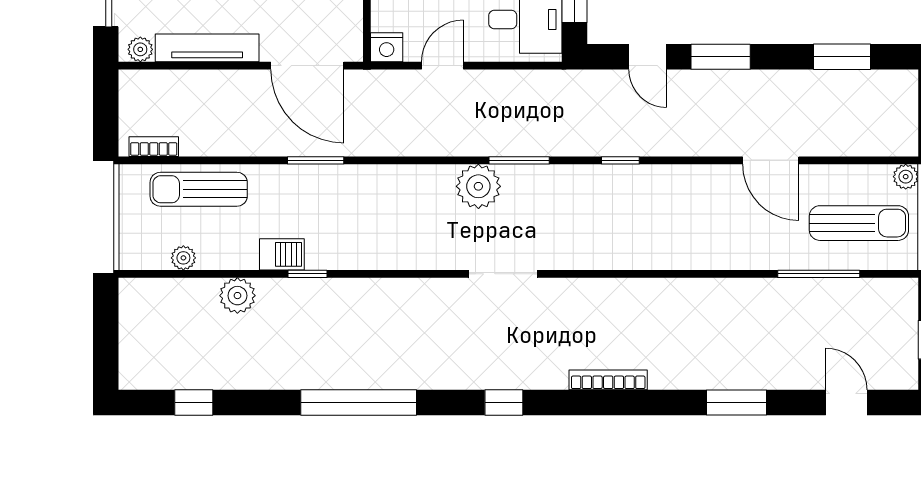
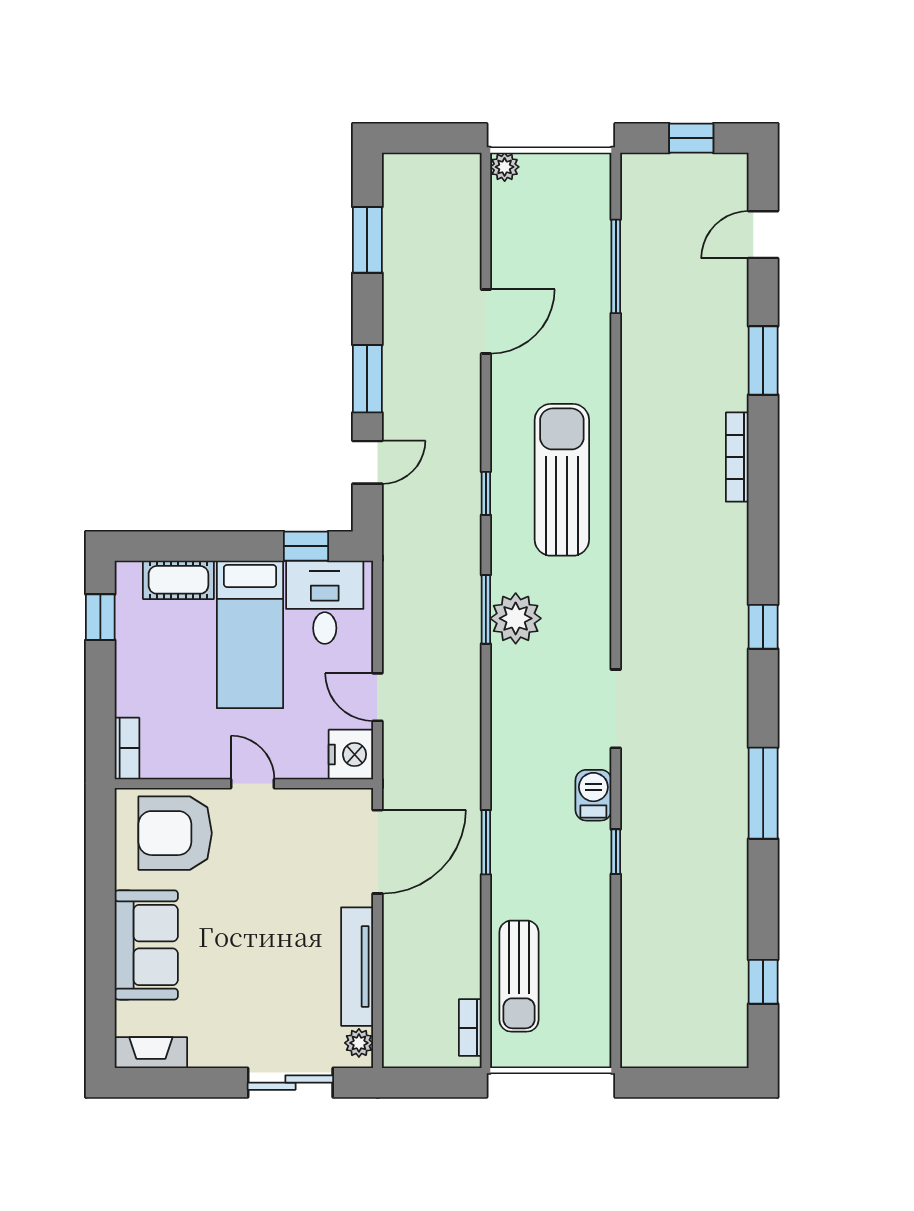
nightstand: (387, 47) -> (351, 754), width x1.36, depth x1.33
plant: (478, 186) -> (516, 618), moved
sun lounger: (859, 223) -> (562, 480), moved, width x1.36, depth x1.34
barbecue: (282, 254) -> (593, 795), moved
plant: (183, 258) -> (598, 994), removed
doorway: (503, 274) -> (616, 709), moved
plant: (237, 296) -> (641, 932), removed
bookcase: (608, 380) -> (737, 457), moved
window: (359, 403) -> (763, 793), width x0.68

